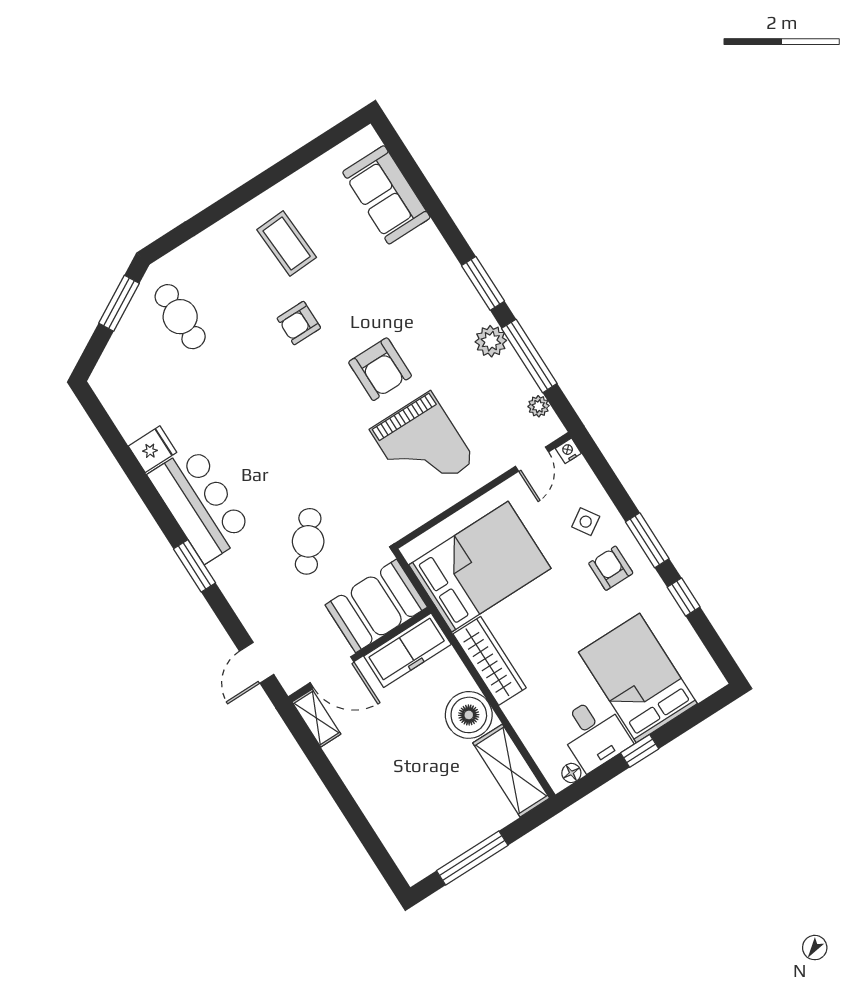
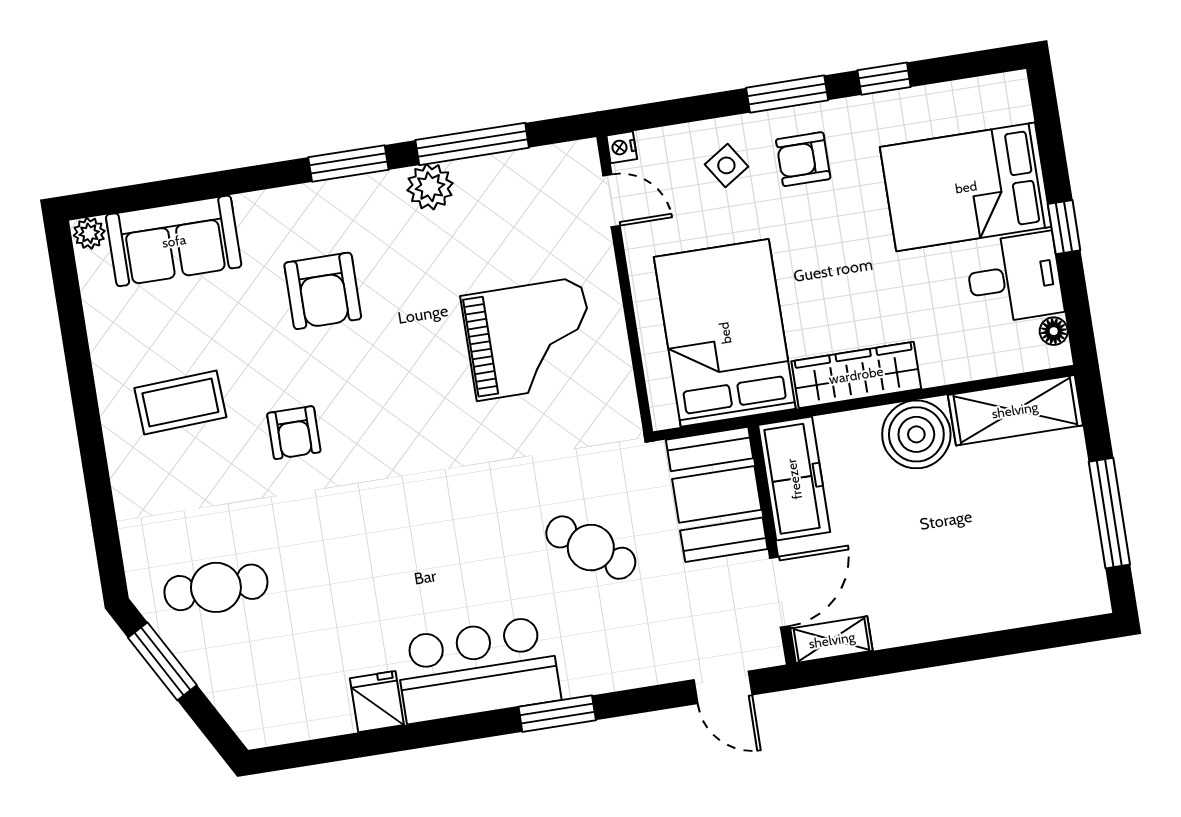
armchair: (380, 369) -> (323, 291), moved, turned 90
plant: (538, 406) -> (89, 233), moved

